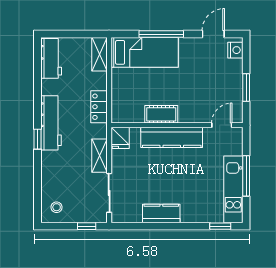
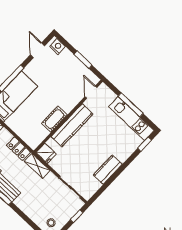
shelving: (100, 156) -> (37, 166), moved

